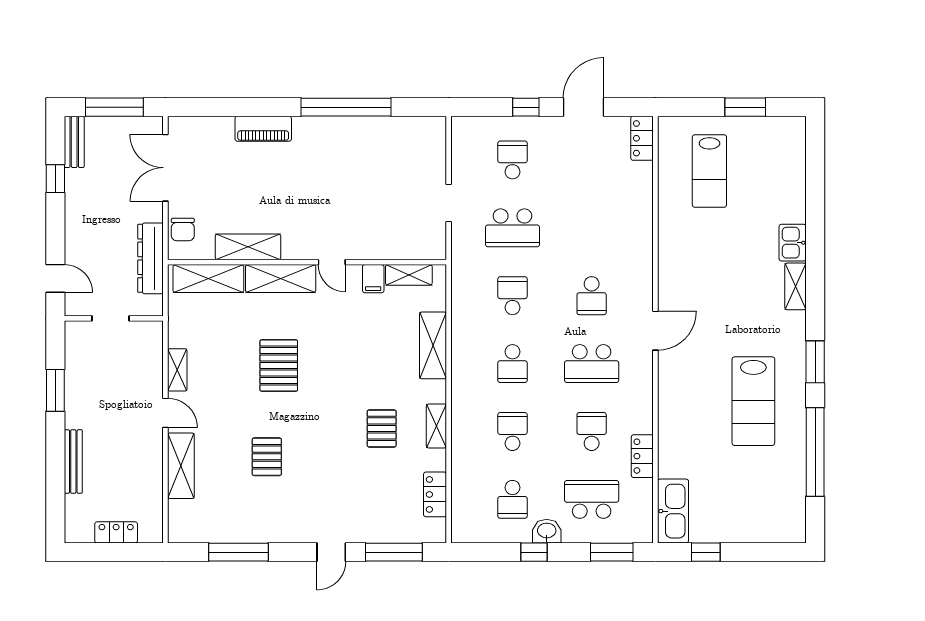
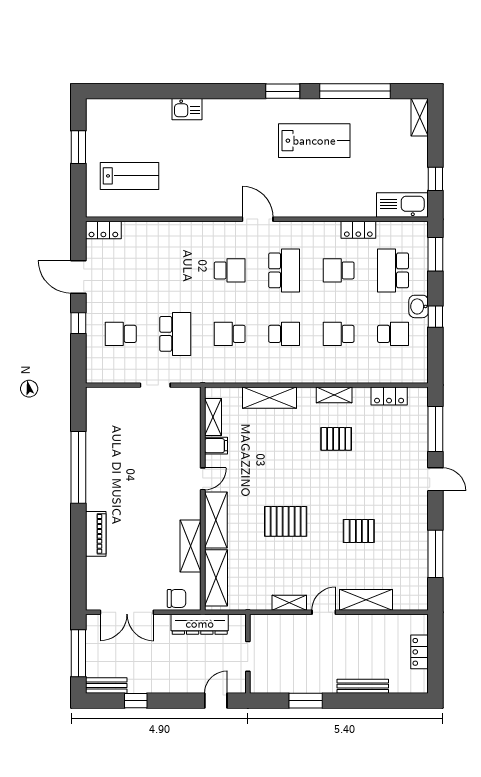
shelving: (795, 286) -> (420, 117), moved, turned 90

